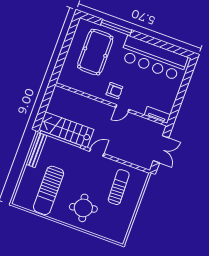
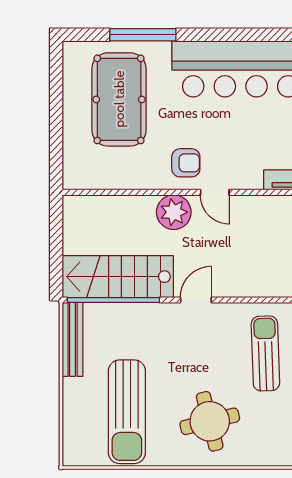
door: (122, 108) -> (215, 192), hinge flipped
plant: (101, 110) -> (174, 212), added

